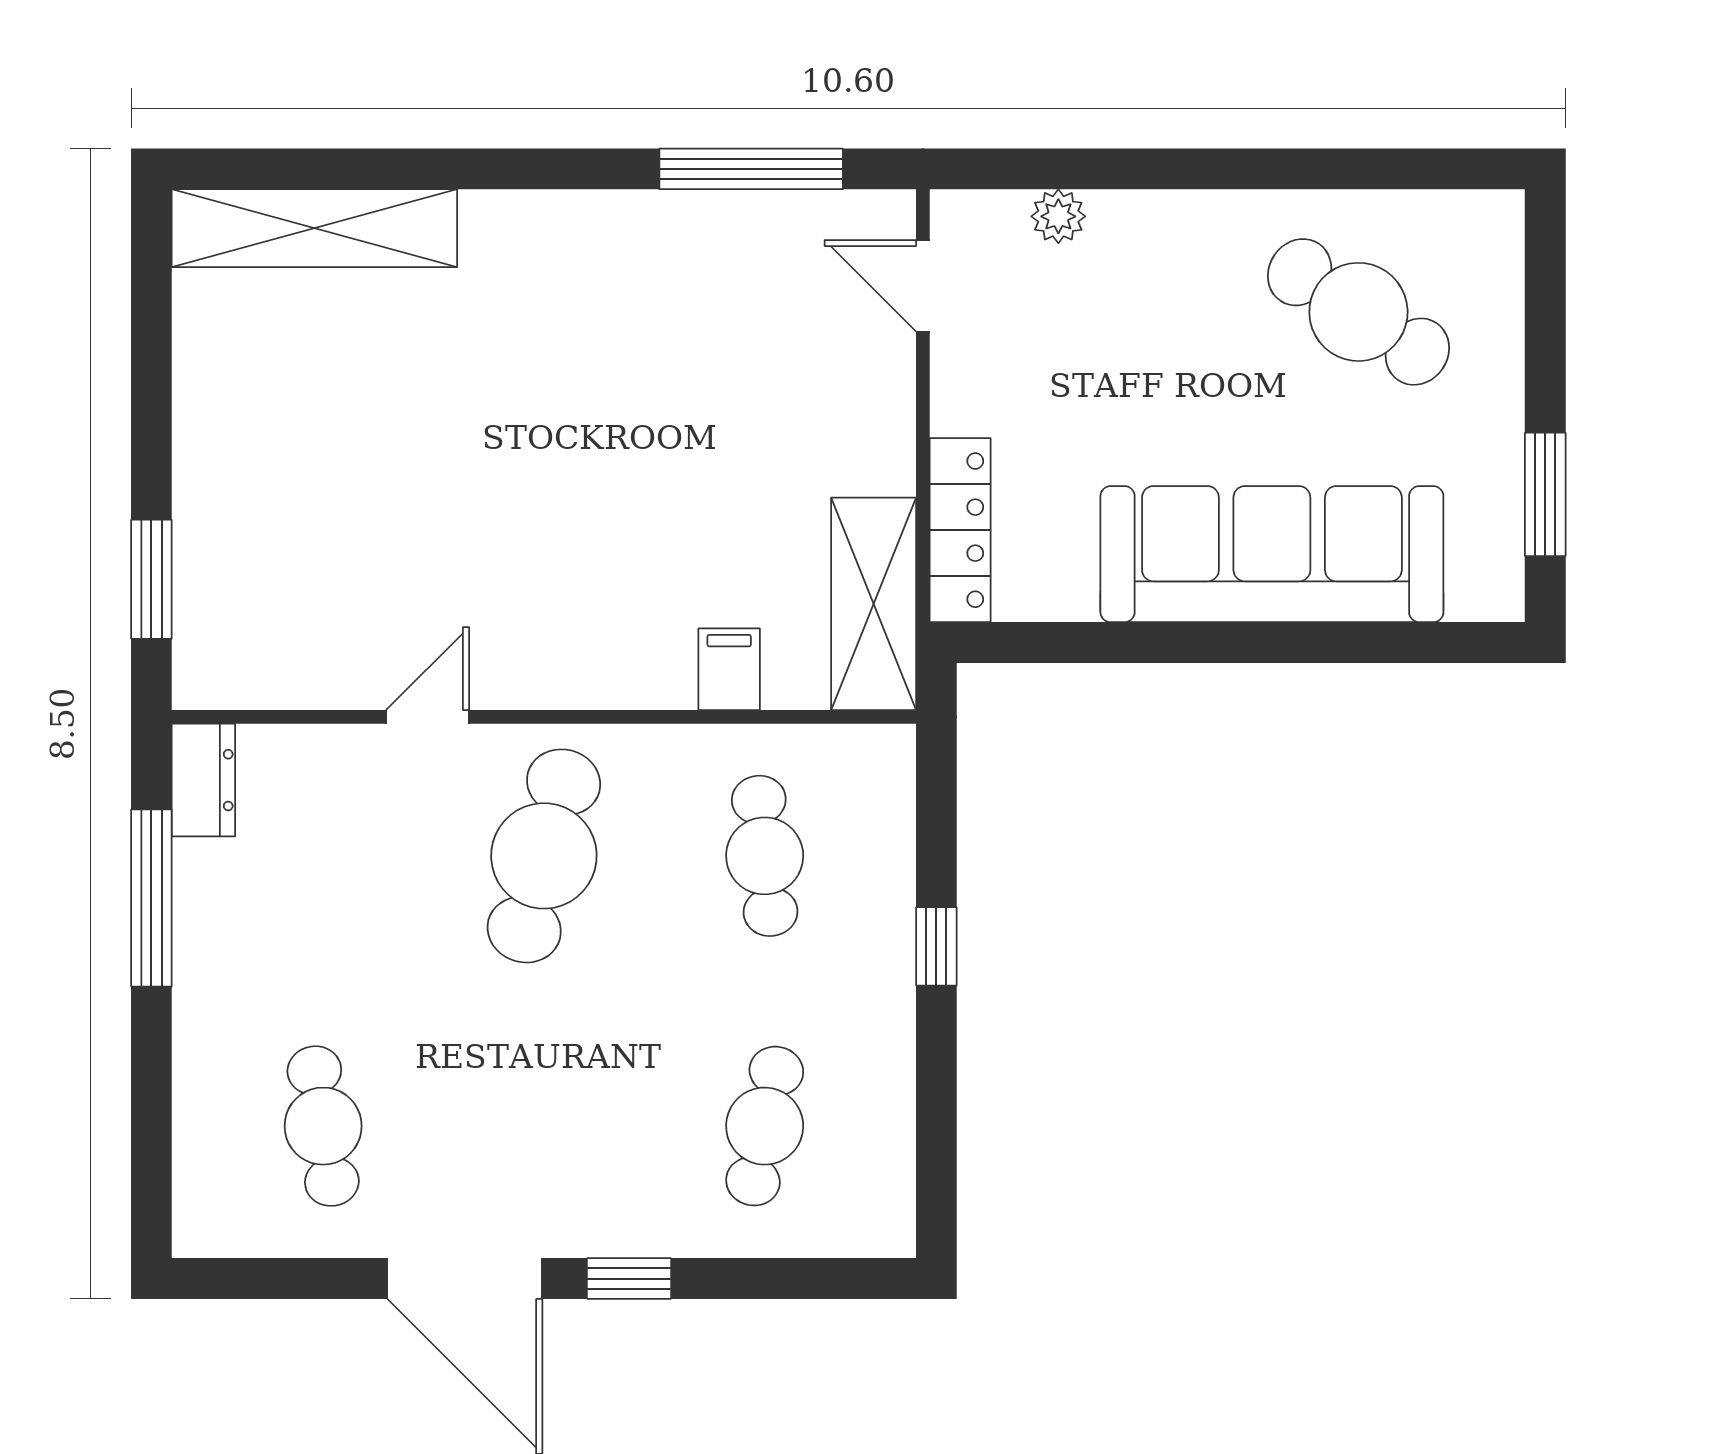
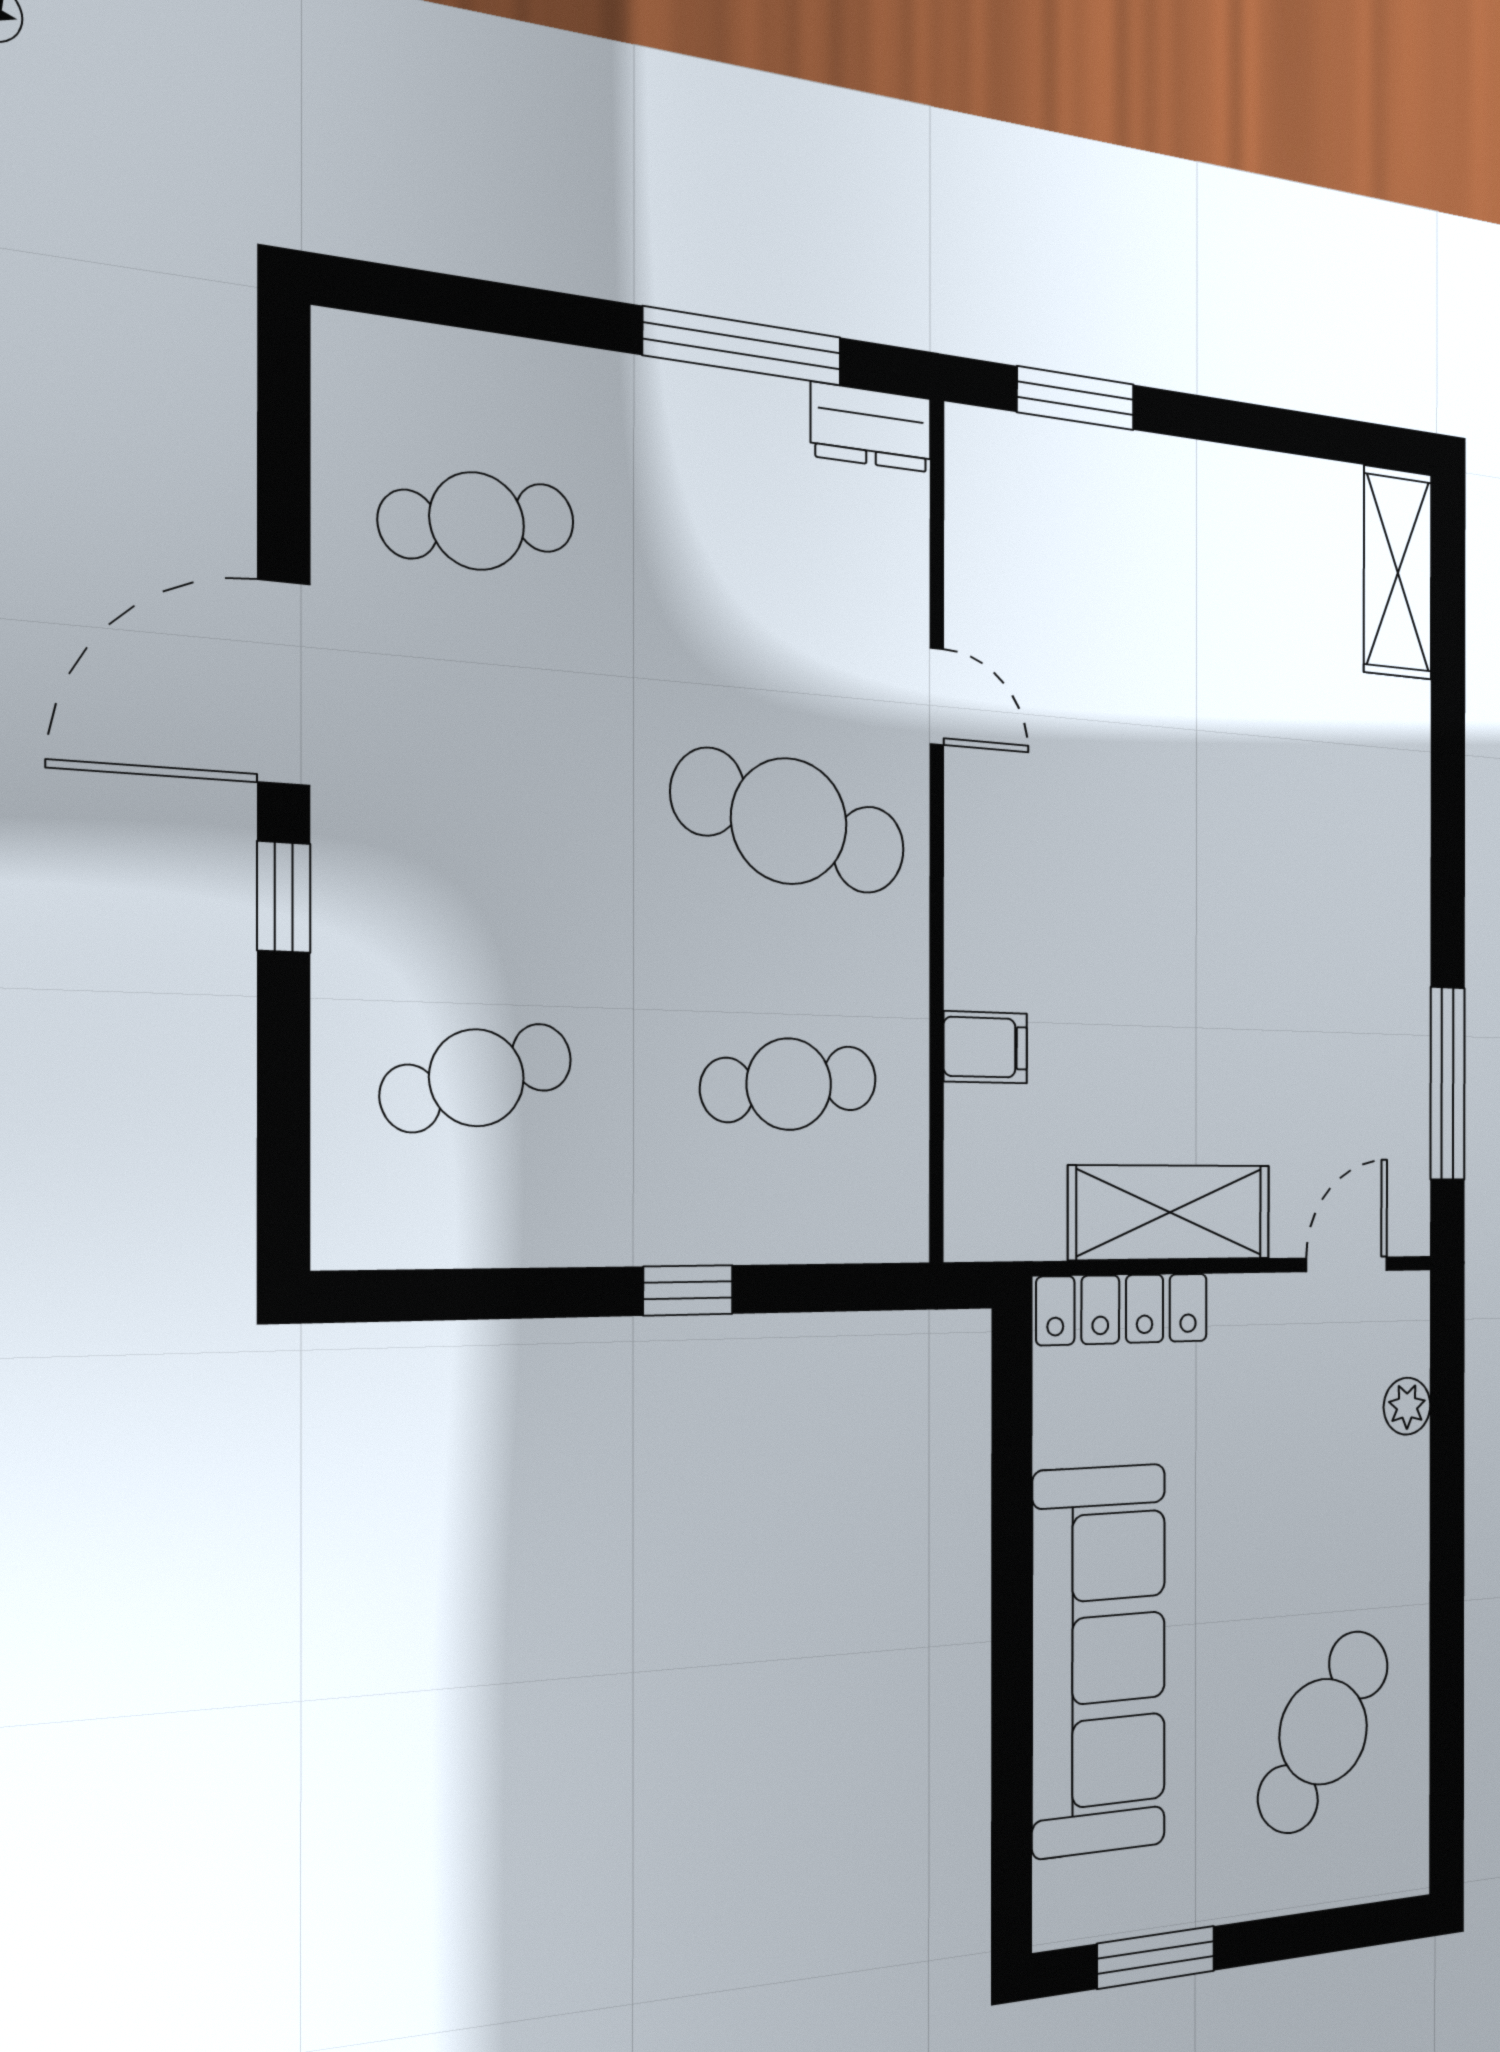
shelving: (314, 228) -> (1398, 573), width x0.68
shelving: (874, 604) -> (1170, 1212), moved
cafe table: (765, 1126) -> (477, 1078), turned -30

